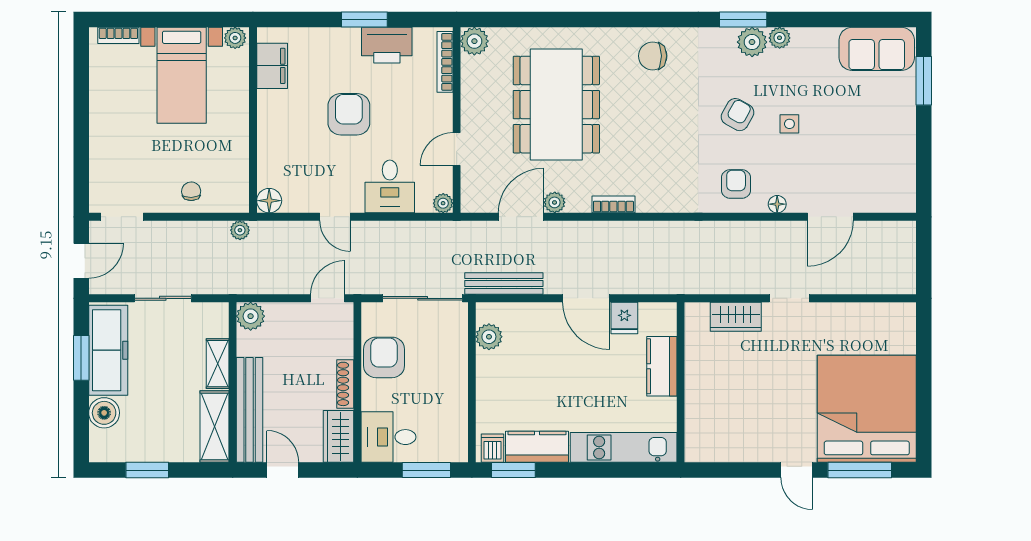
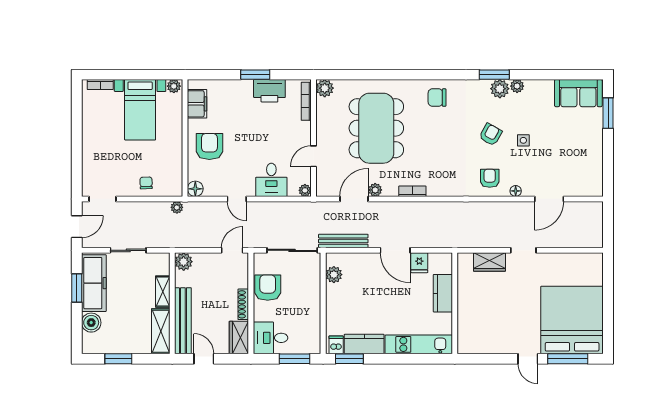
armchair: (349, 114) -> (209, 146), moved

